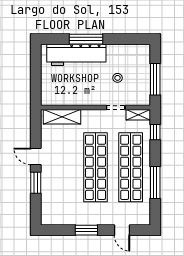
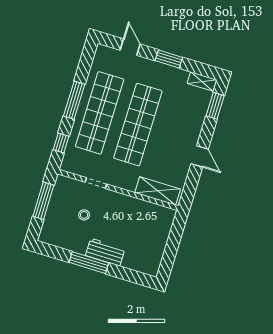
window: (86, 39) -> (89, 263), moved
workbench: (76, 55) -> (105, 252), width x0.53, depth x0.76
shelving: (138, 115) -> (202, 82), moved
window: (155, 182) -> (74, 100), moved
window: (36, 183) -> (215, 106), moved

